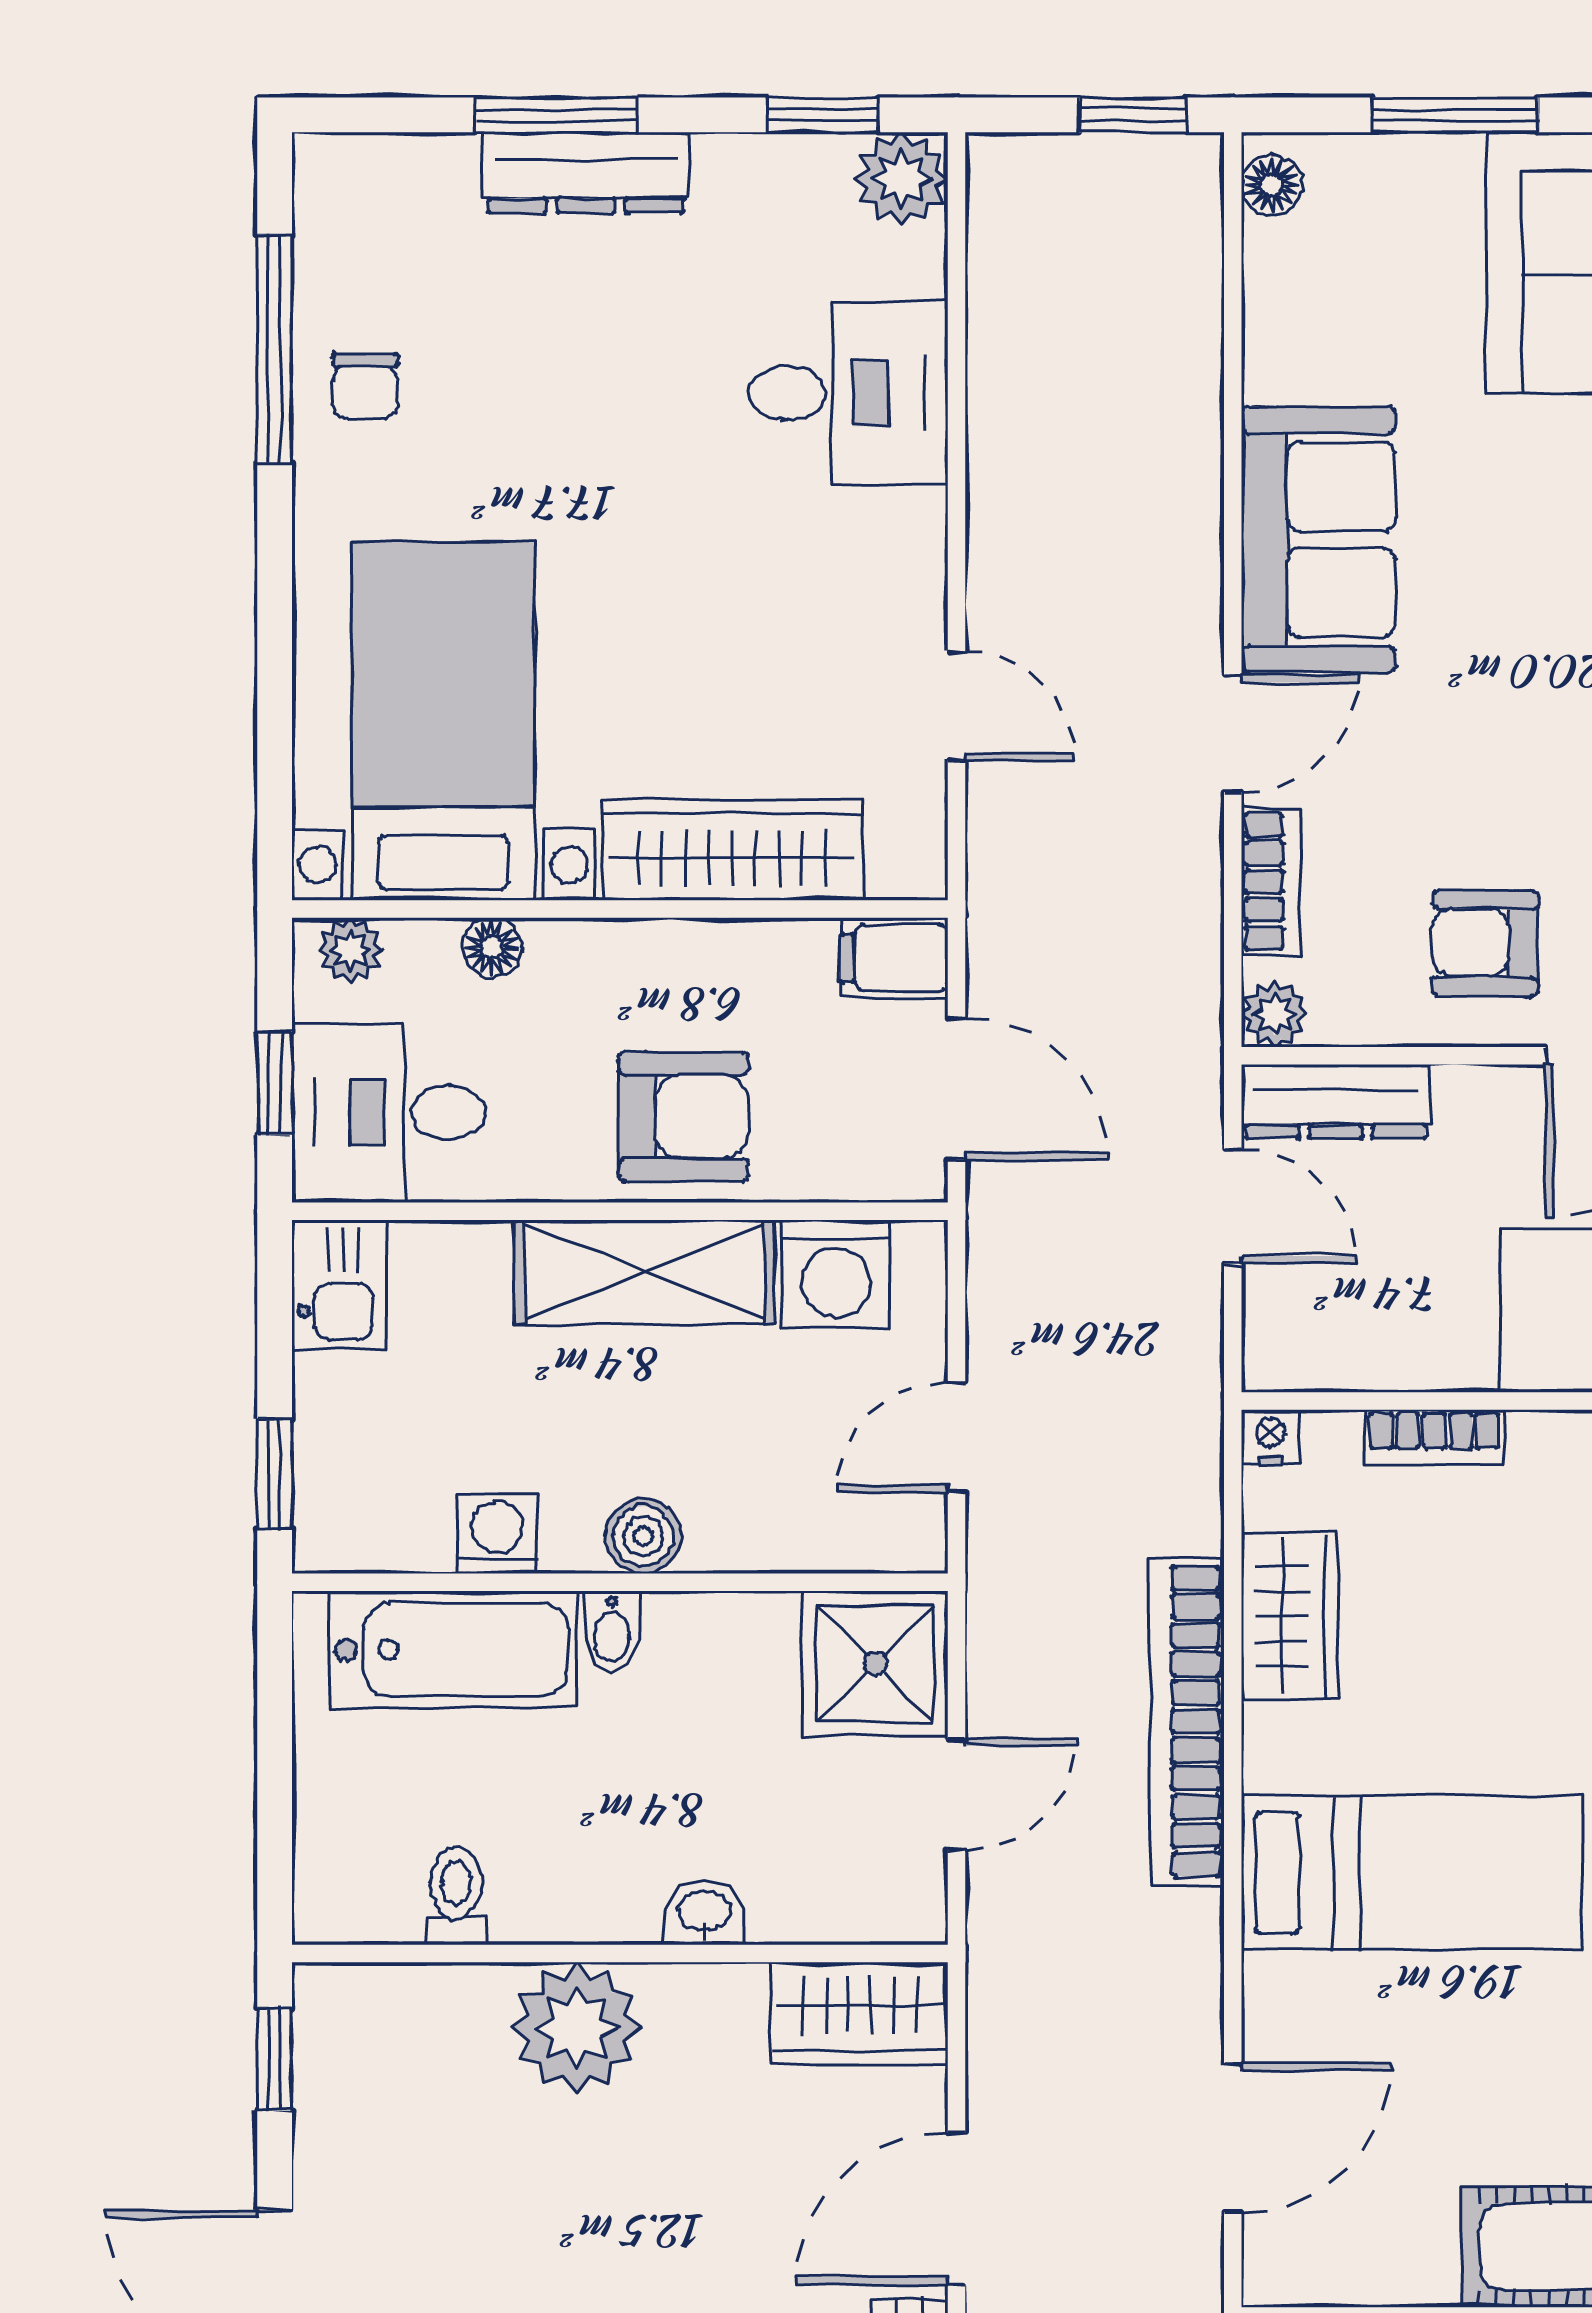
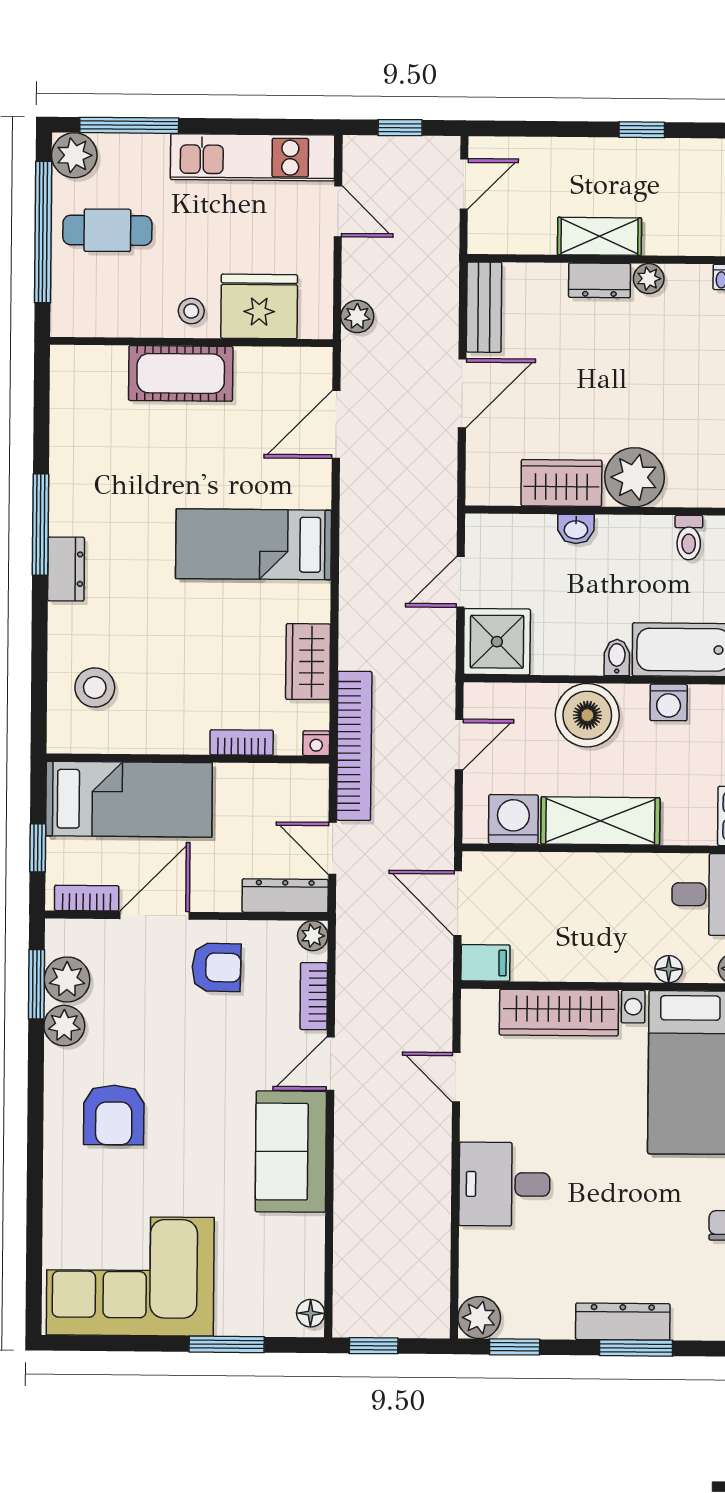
desk: (849, 393) -> (504, 1184), moved
armchair: (683, 1117) -> (582, 891), removed
boiler: (643, 1536) -> (587, 715), width x1.86, depth x1.86
bookcase: (1187, 1721) -> (354, 746), moved
wardrobe: (860, 2013) -> (561, 483), moved

